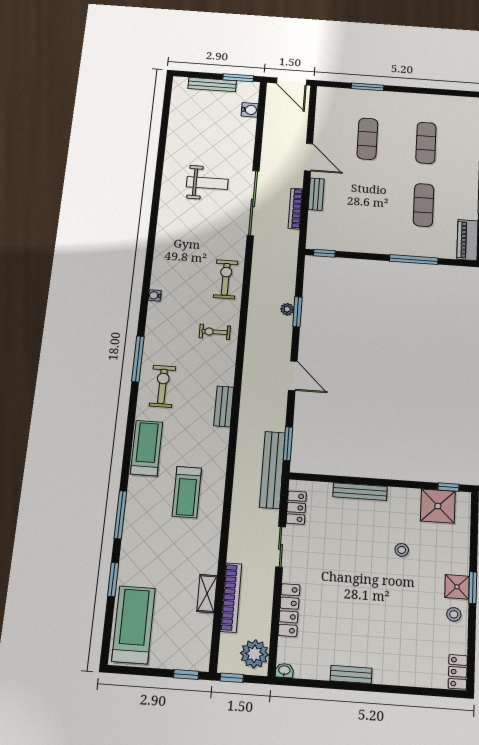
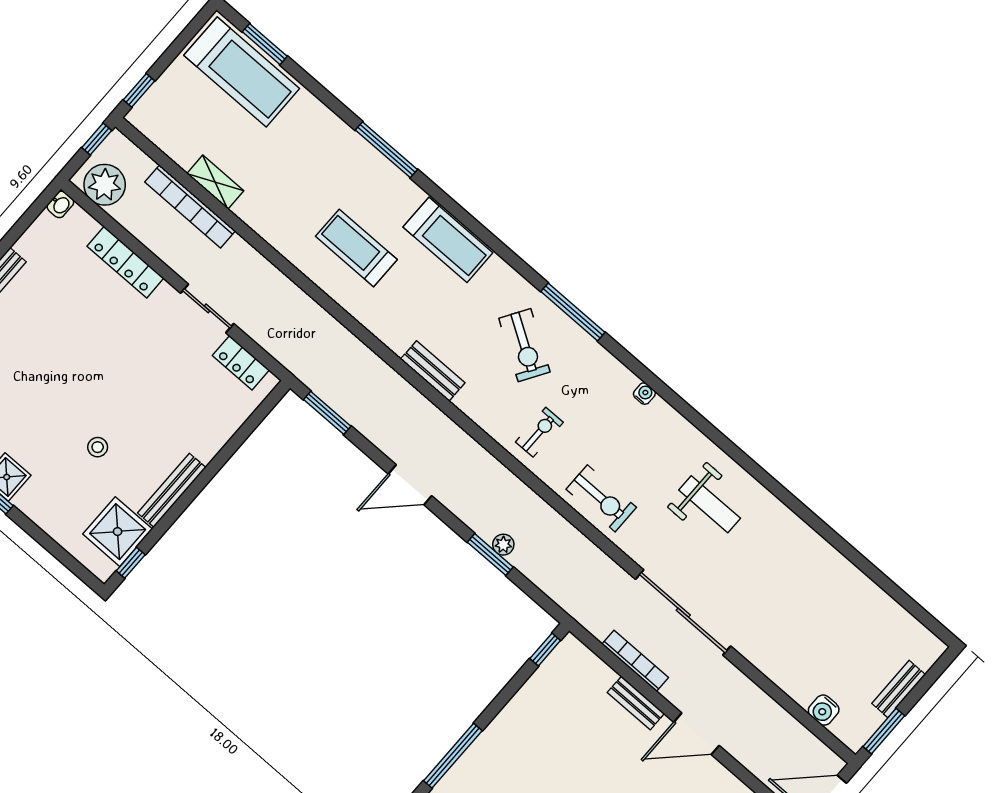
bench: (212, 85) -> (899, 689), width x0.73
weight bench: (207, 183) -> (710, 504), moved, turned -90
exercise bike: (162, 386) -> (524, 345), moved, turned 32
bench: (272, 470) -> (308, 370), removed
bench: (360, 492) -> (172, 490), moved
window: (113, 580) -> (265, 44), moved

